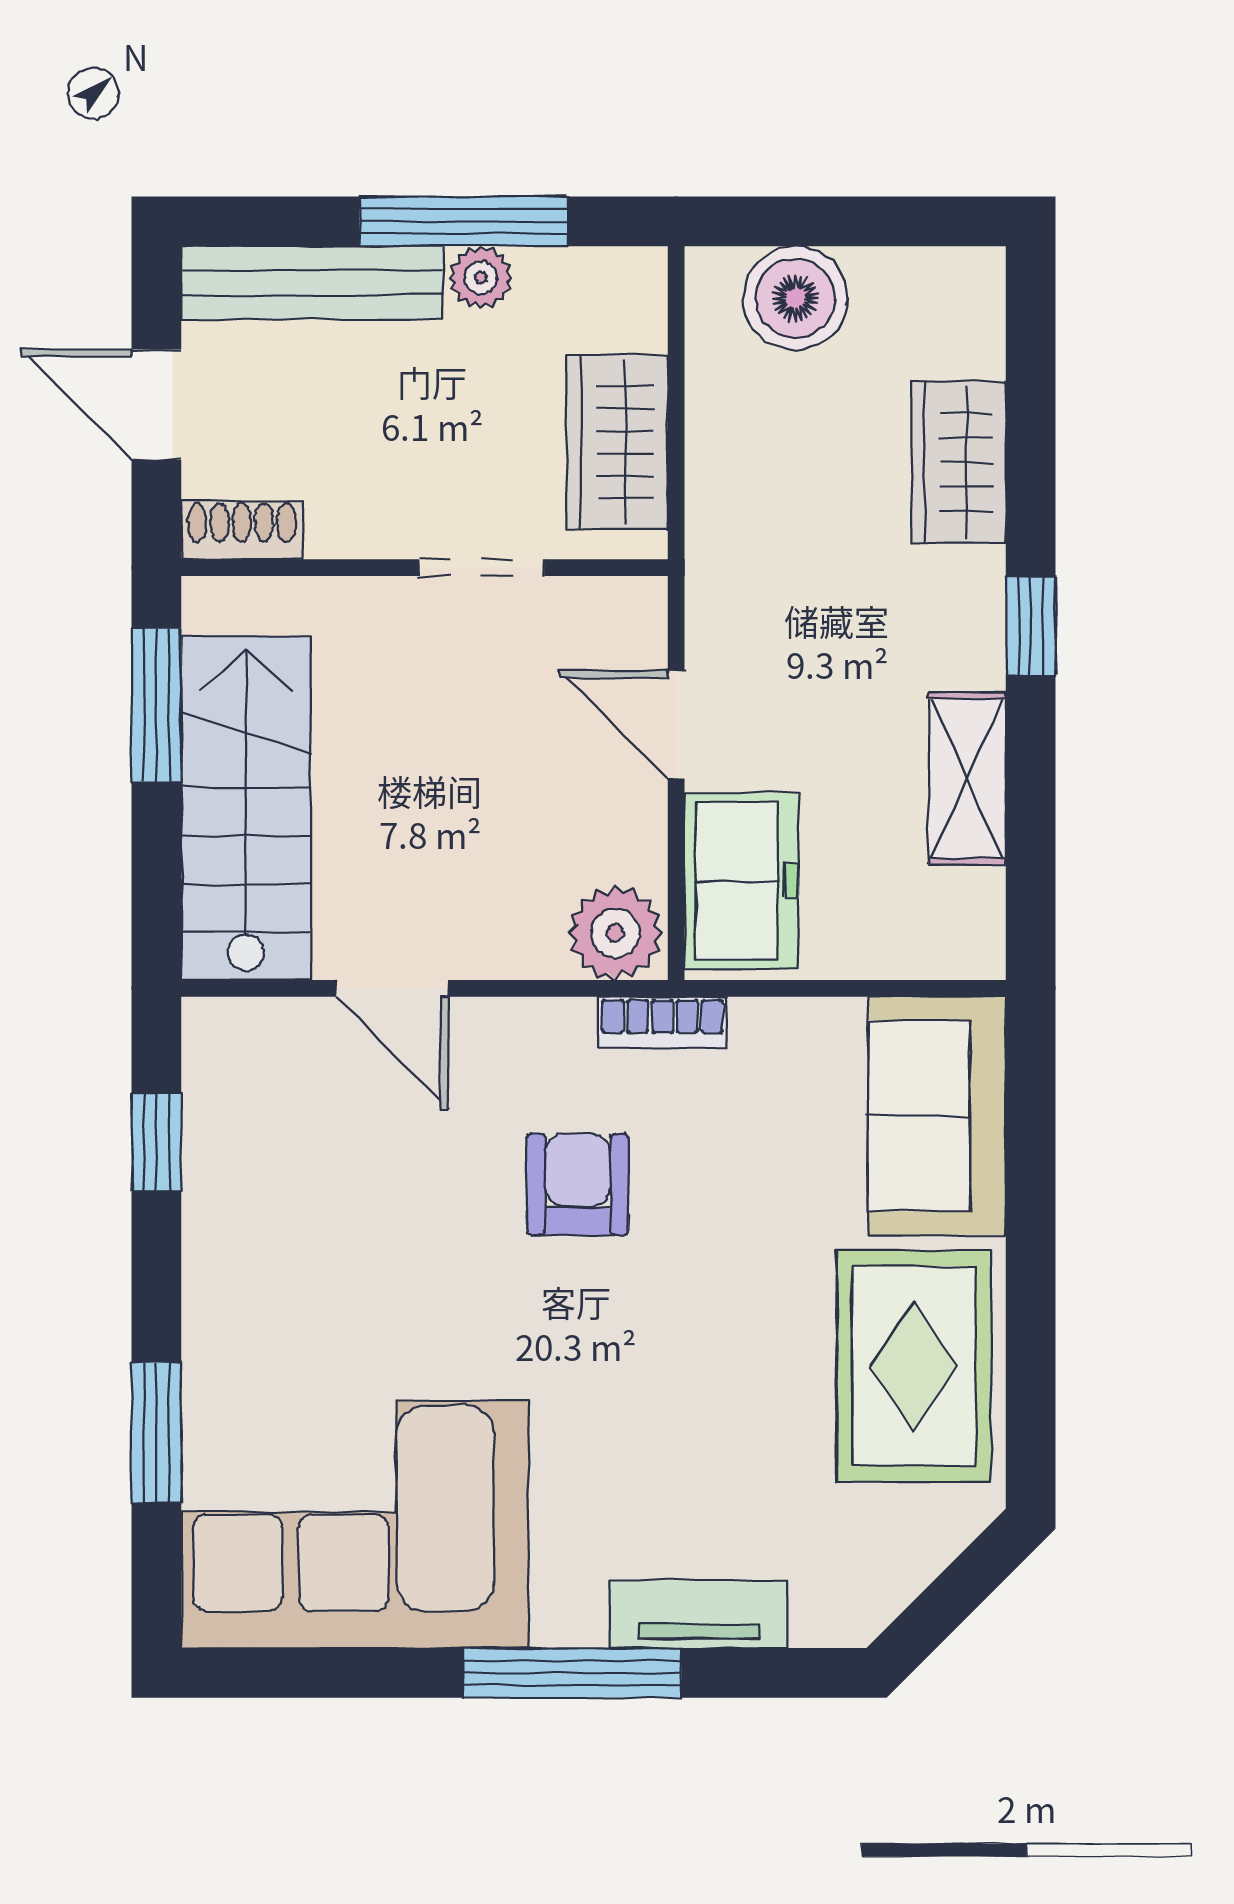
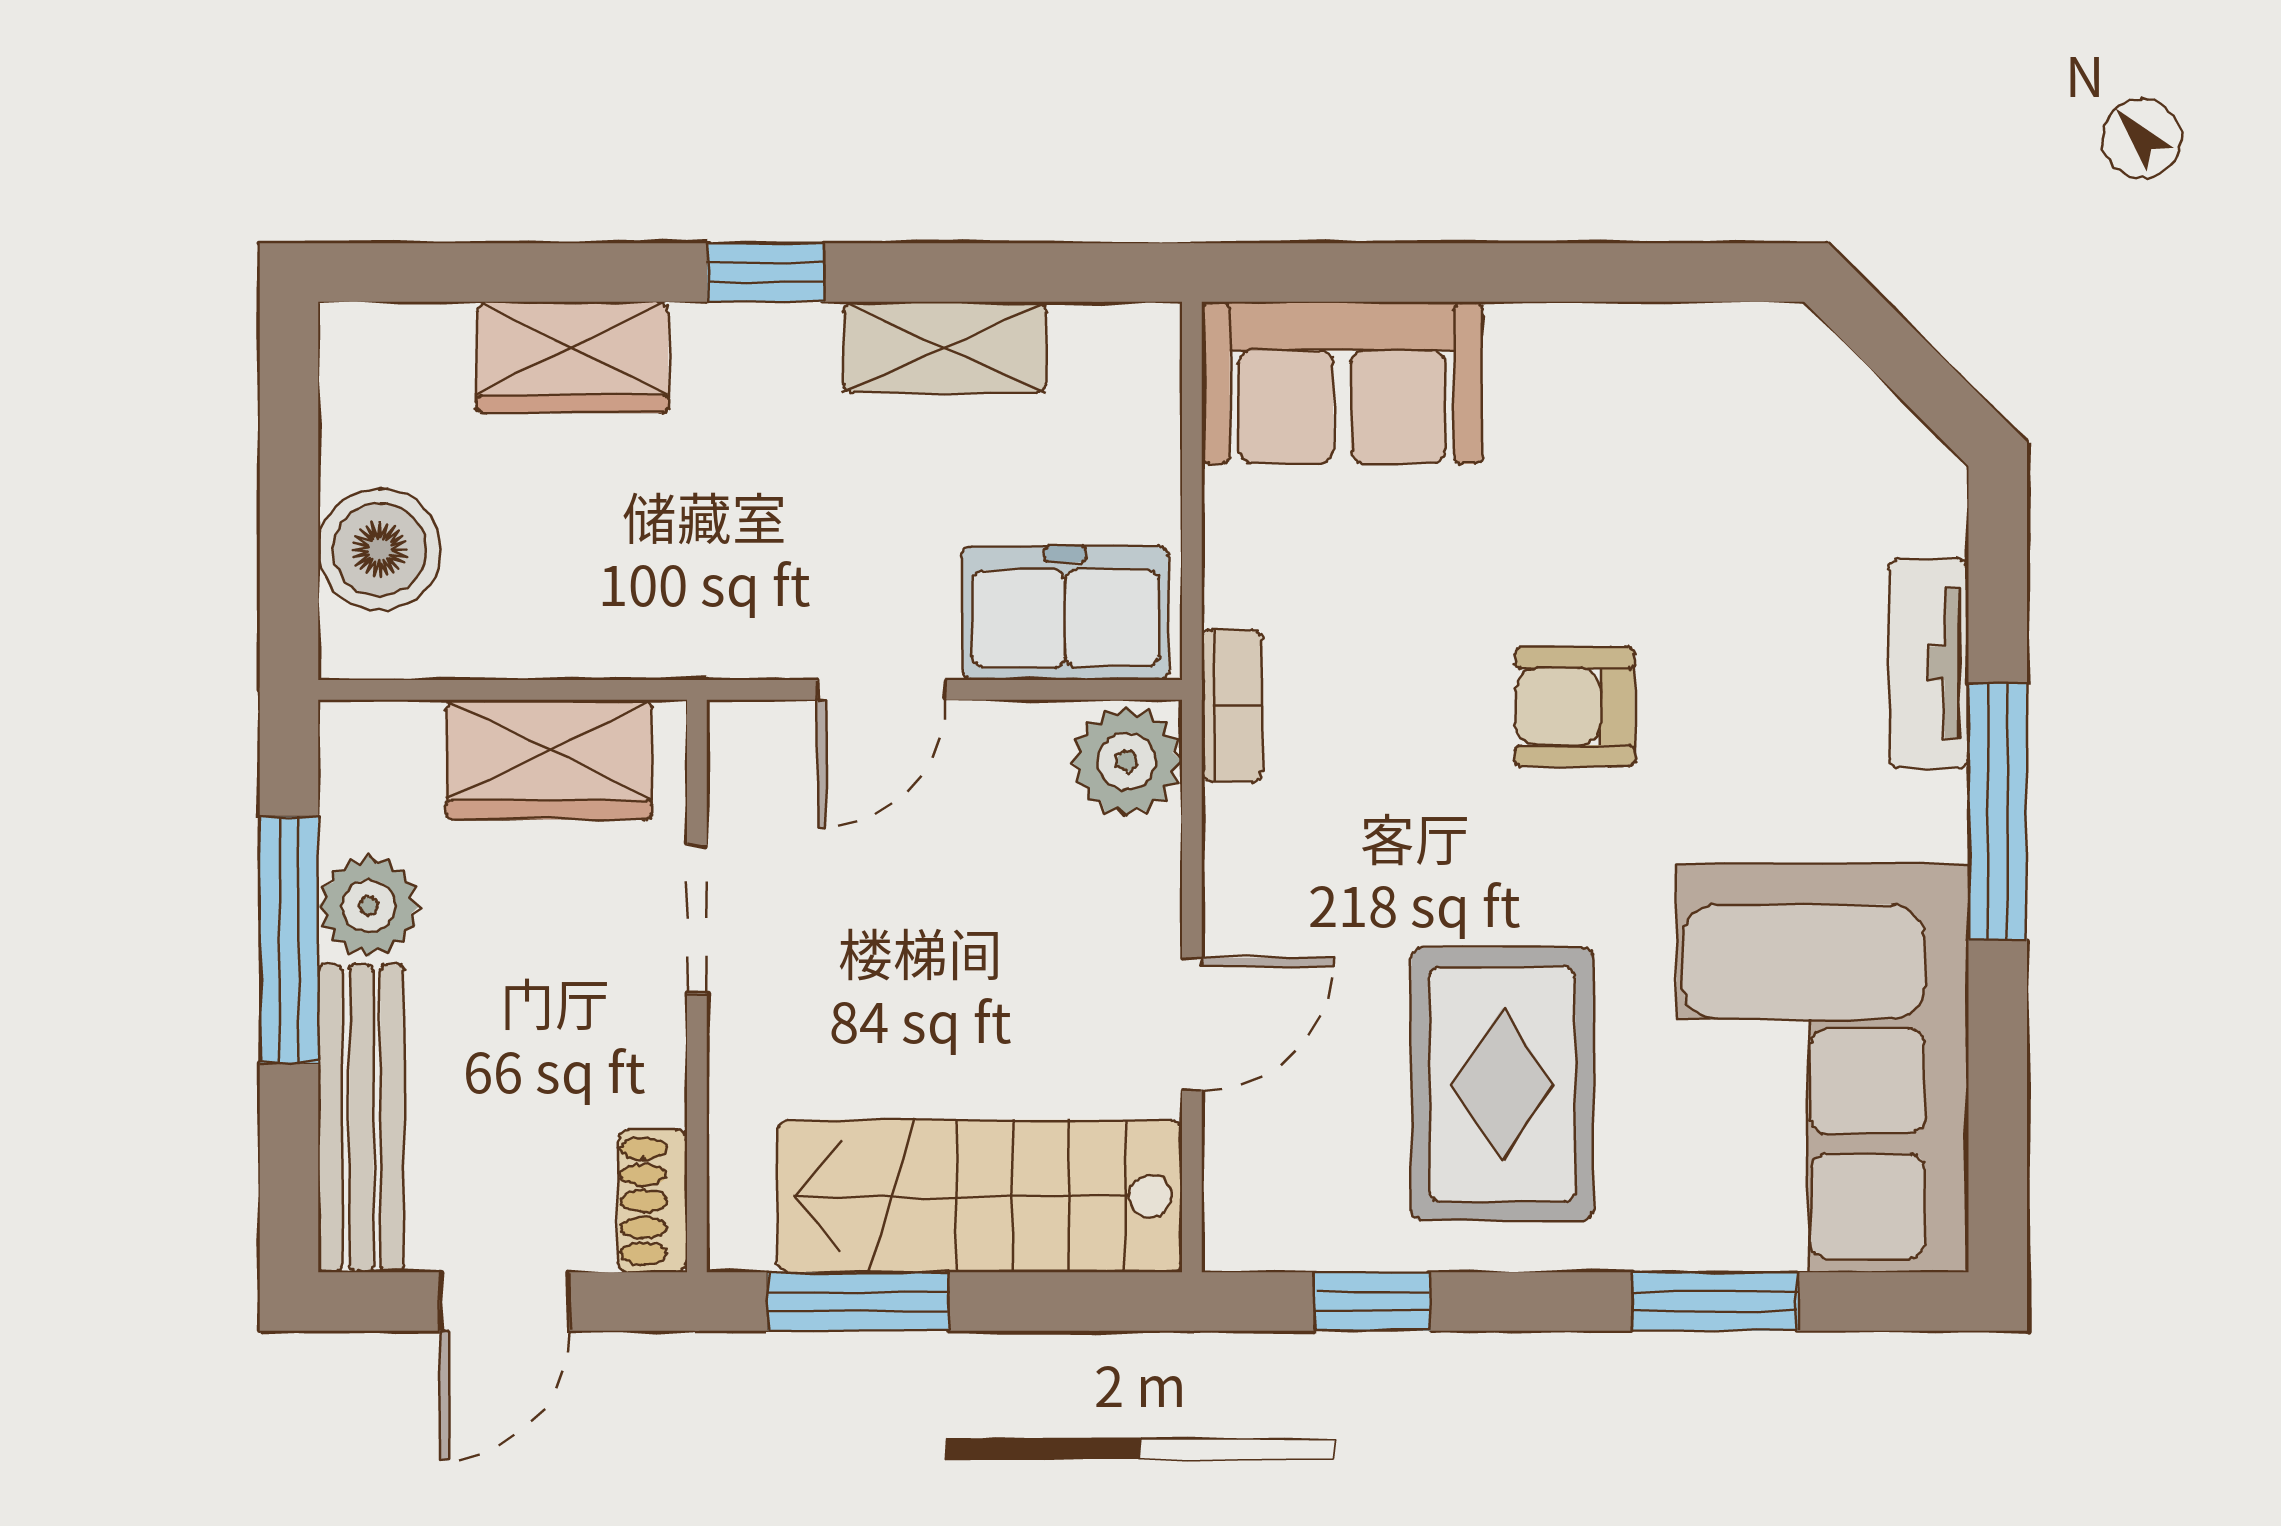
plant: (481, 277) -> (369, 906), width x1.38, depth x1.38
armchair: (578, 1184) -> (1575, 707), moved
rug: (914, 1366) -> (1502, 1084), moved, turned 90

